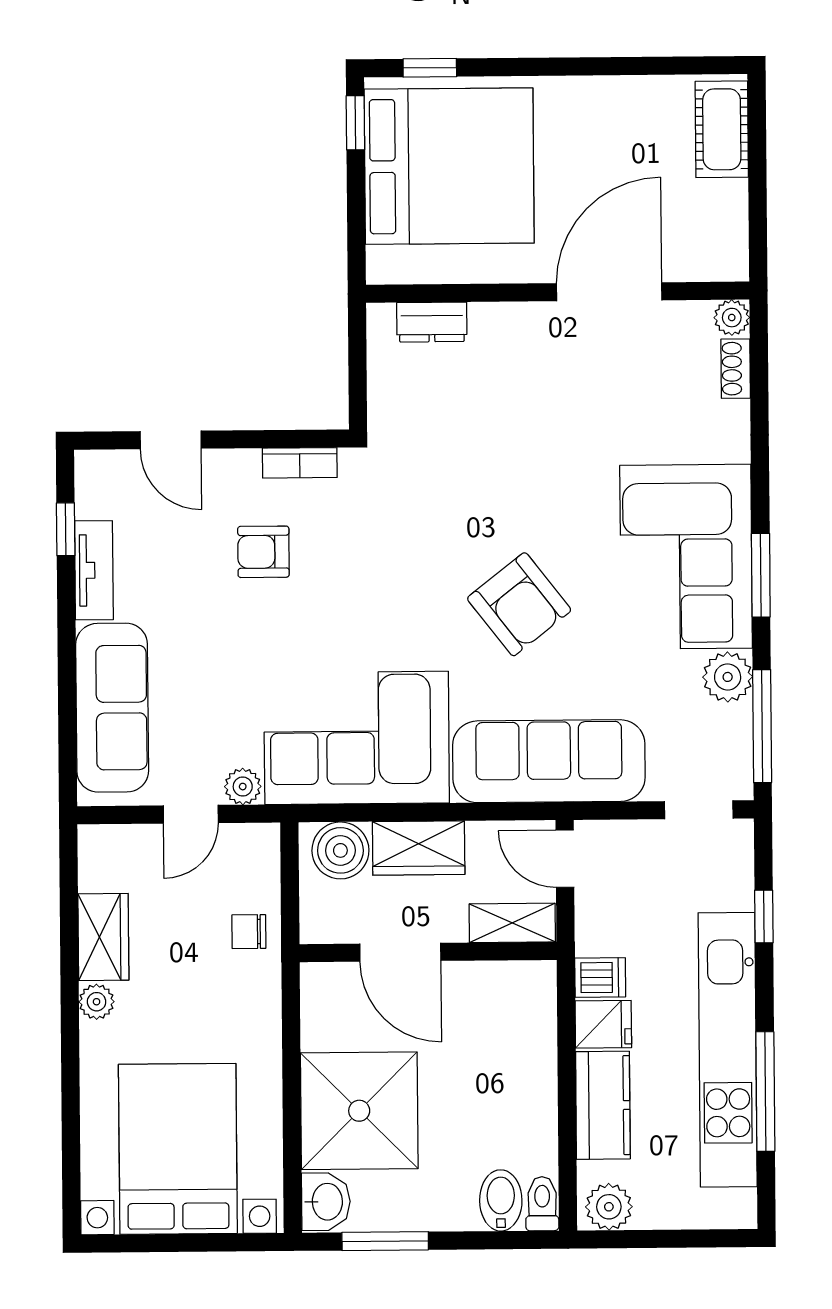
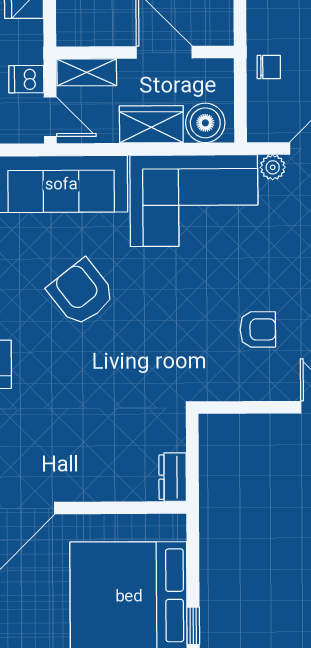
dresser: (432, 322) -> (173, 477), moved, turned -90
bookcase: (300, 463) -> (233, 391), removed
dishwasher: (600, 978) -> (26, 79), moved

